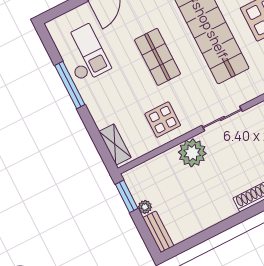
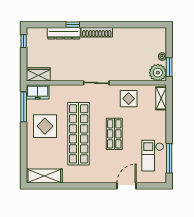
window: (70, 85) -> (169, 158), moved
plant: (192, 153) -> (158, 73), moved
bench: (158, 232) -> (162, 39), removed

